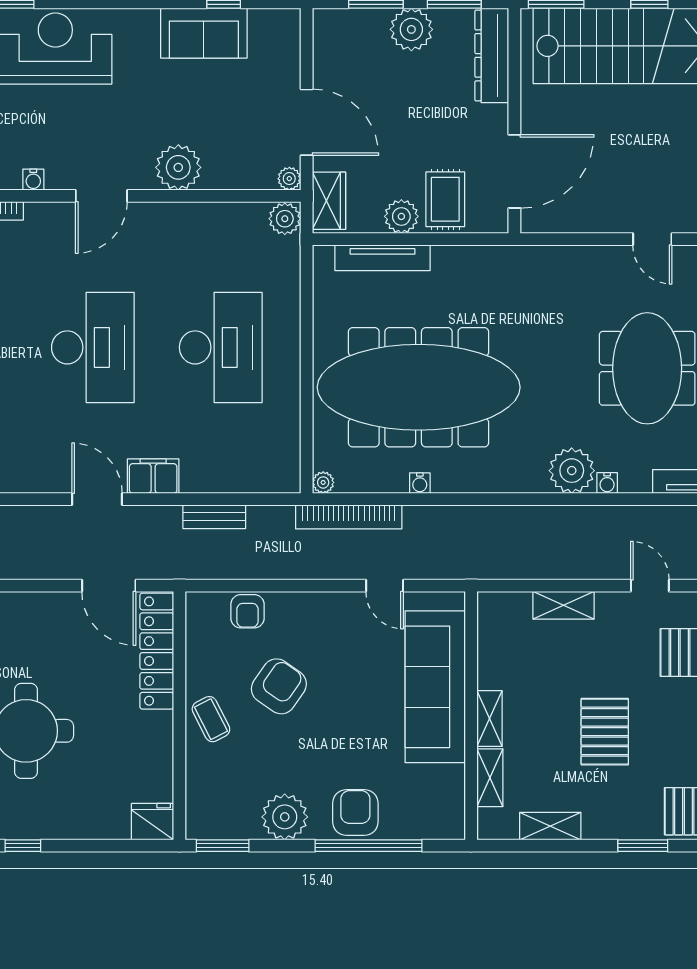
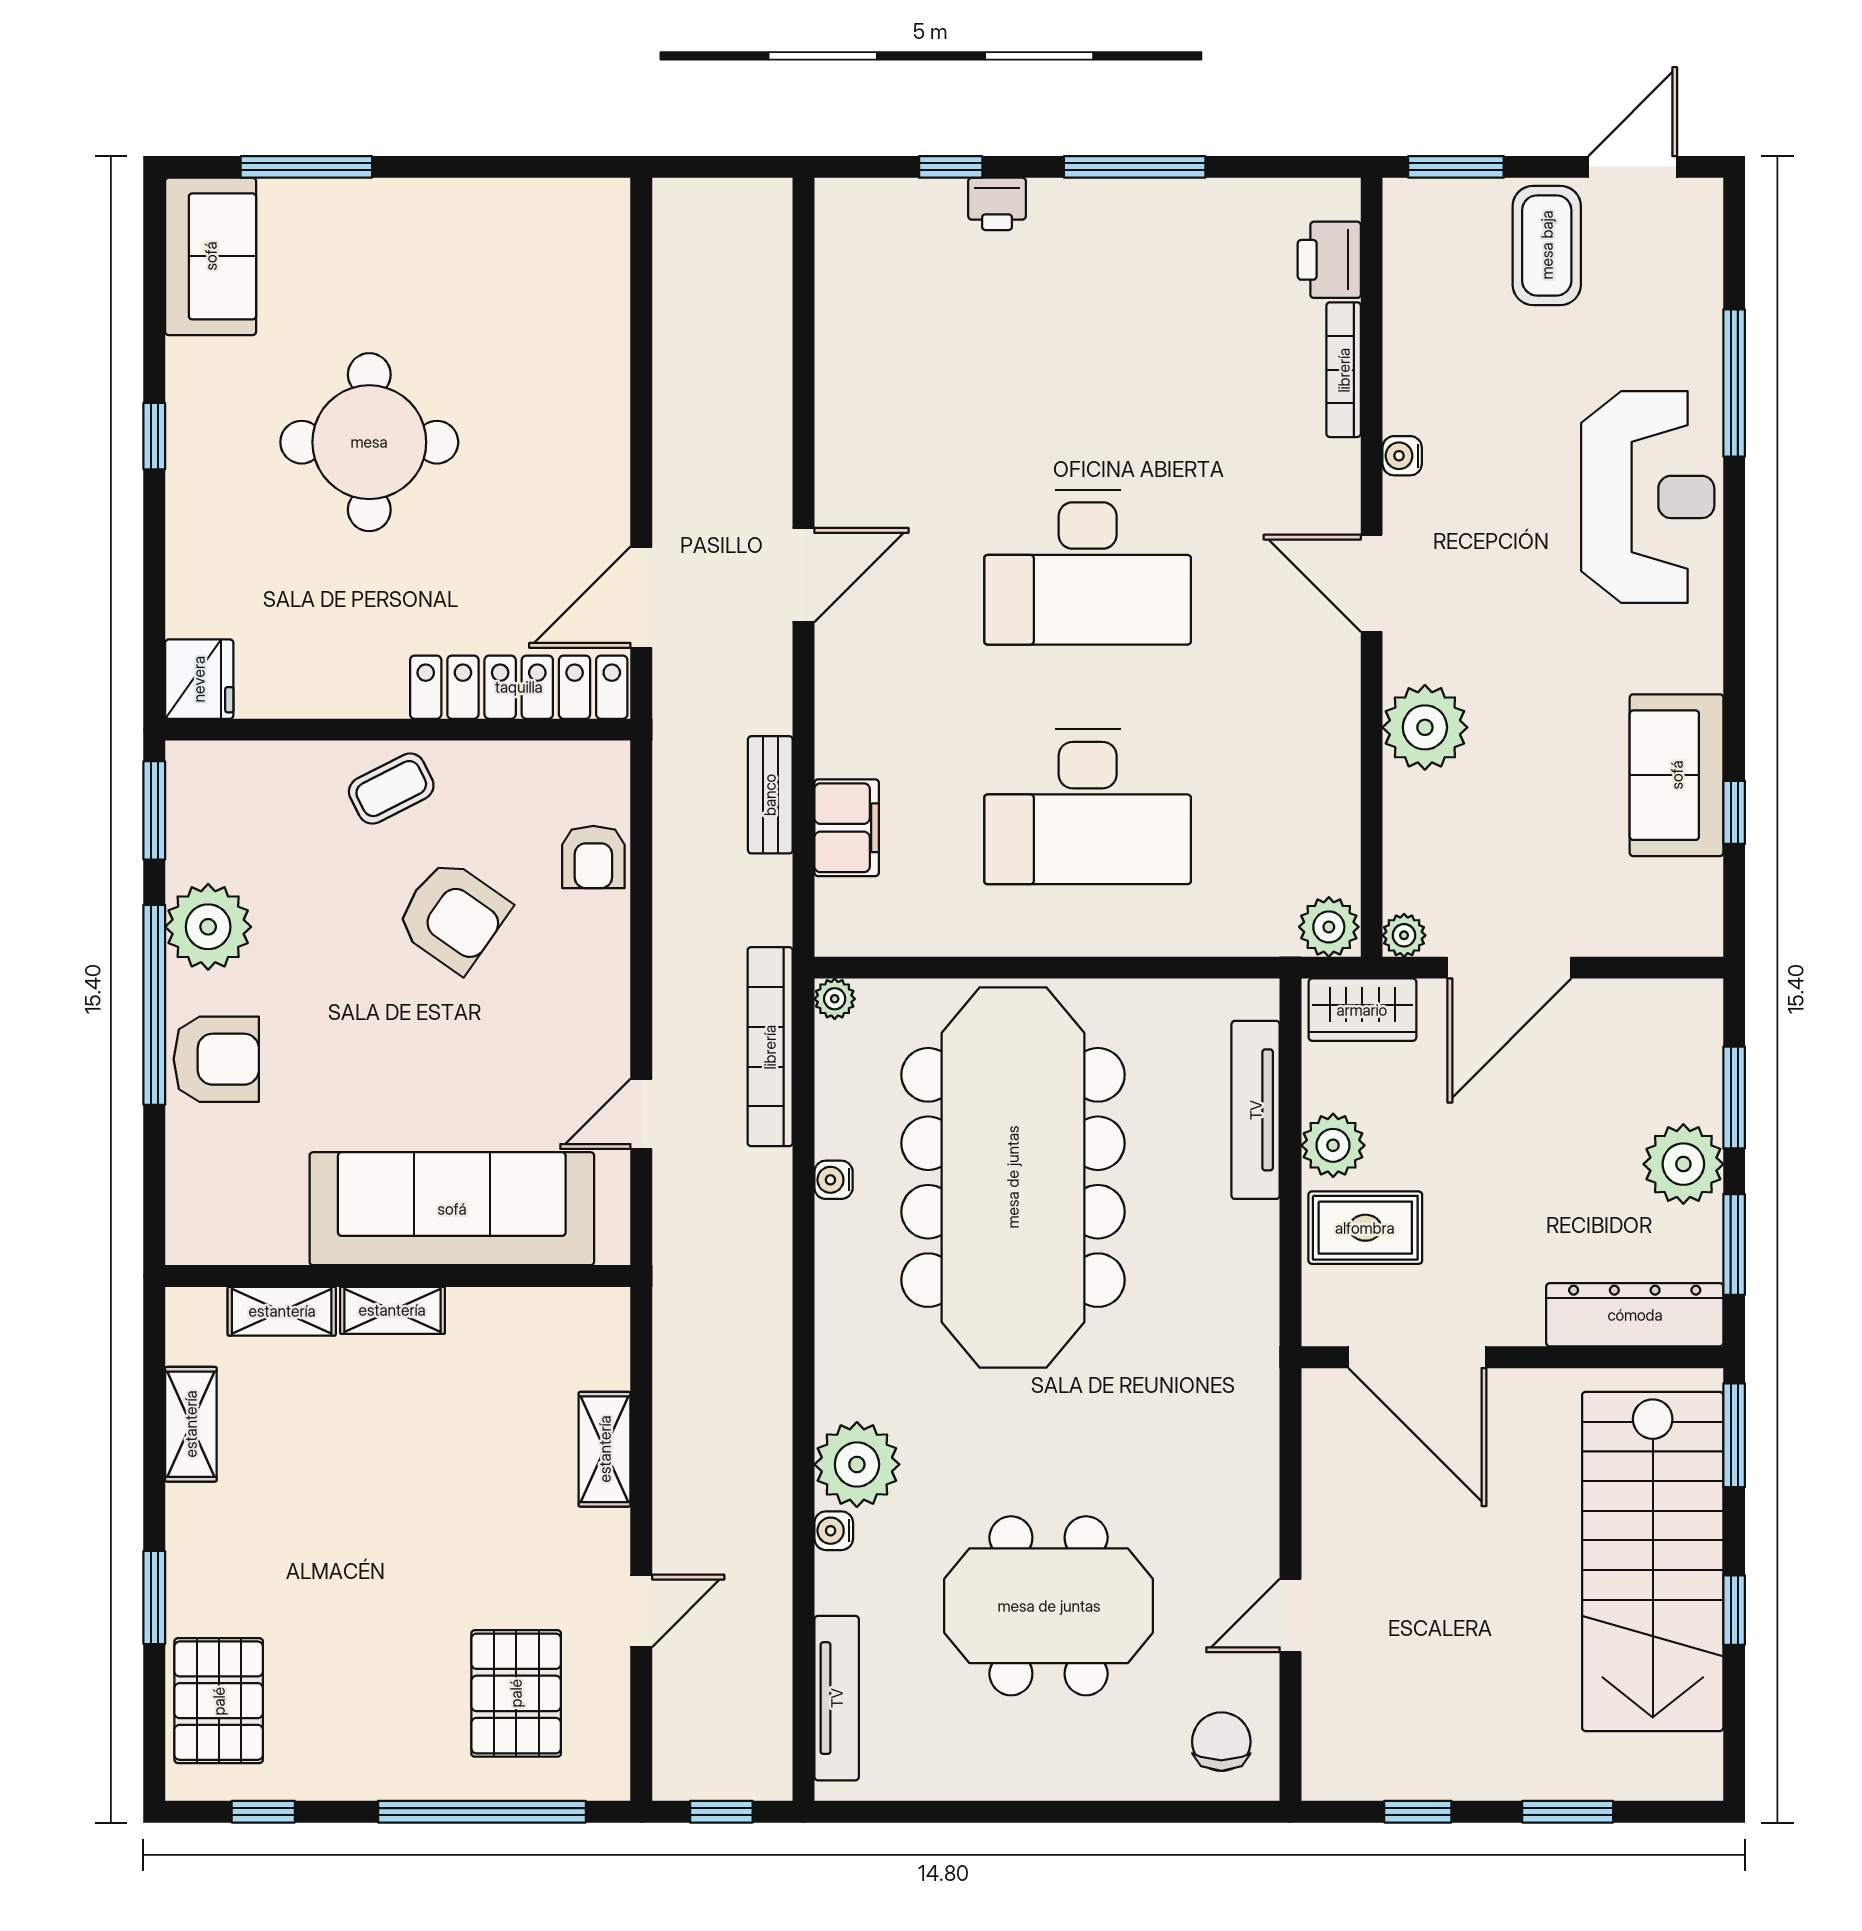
filing cabinet: (153, 476) -> (847, 828), moved
armchair: (247, 611) -> (593, 857), turned -90
pallet: (605, 732) -> (368, 1526), removed
window: (368, 846) -> (154, 1005), moved

